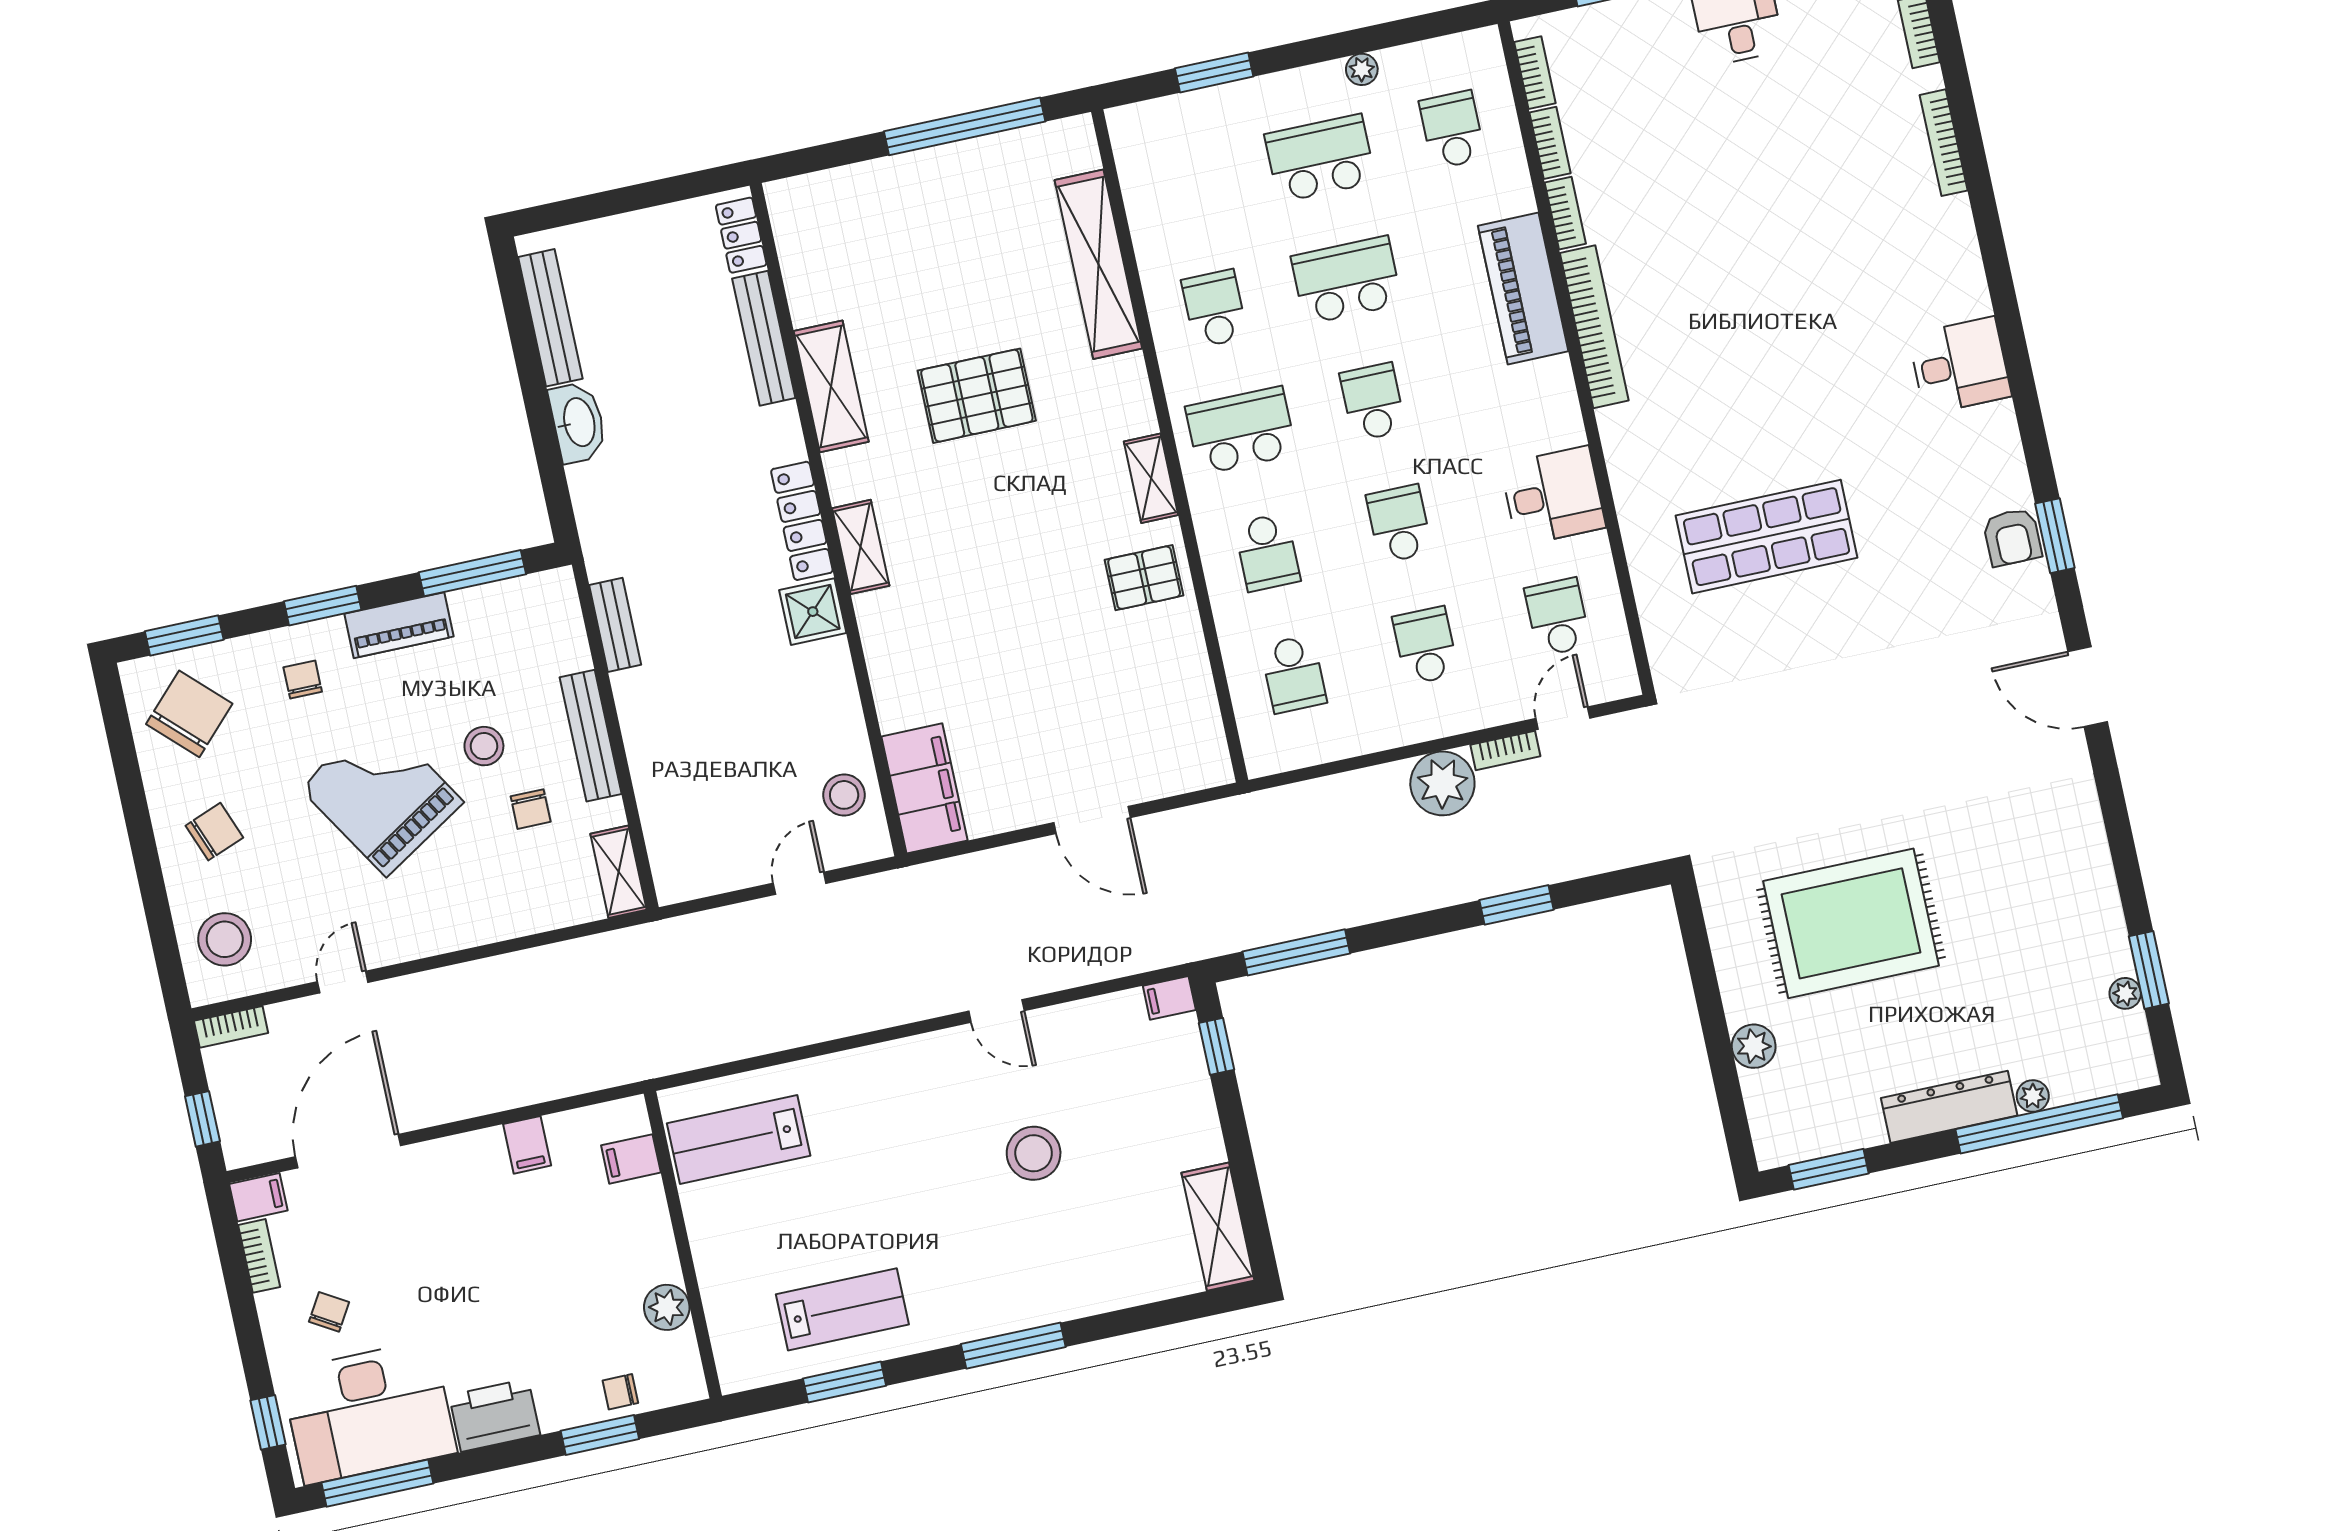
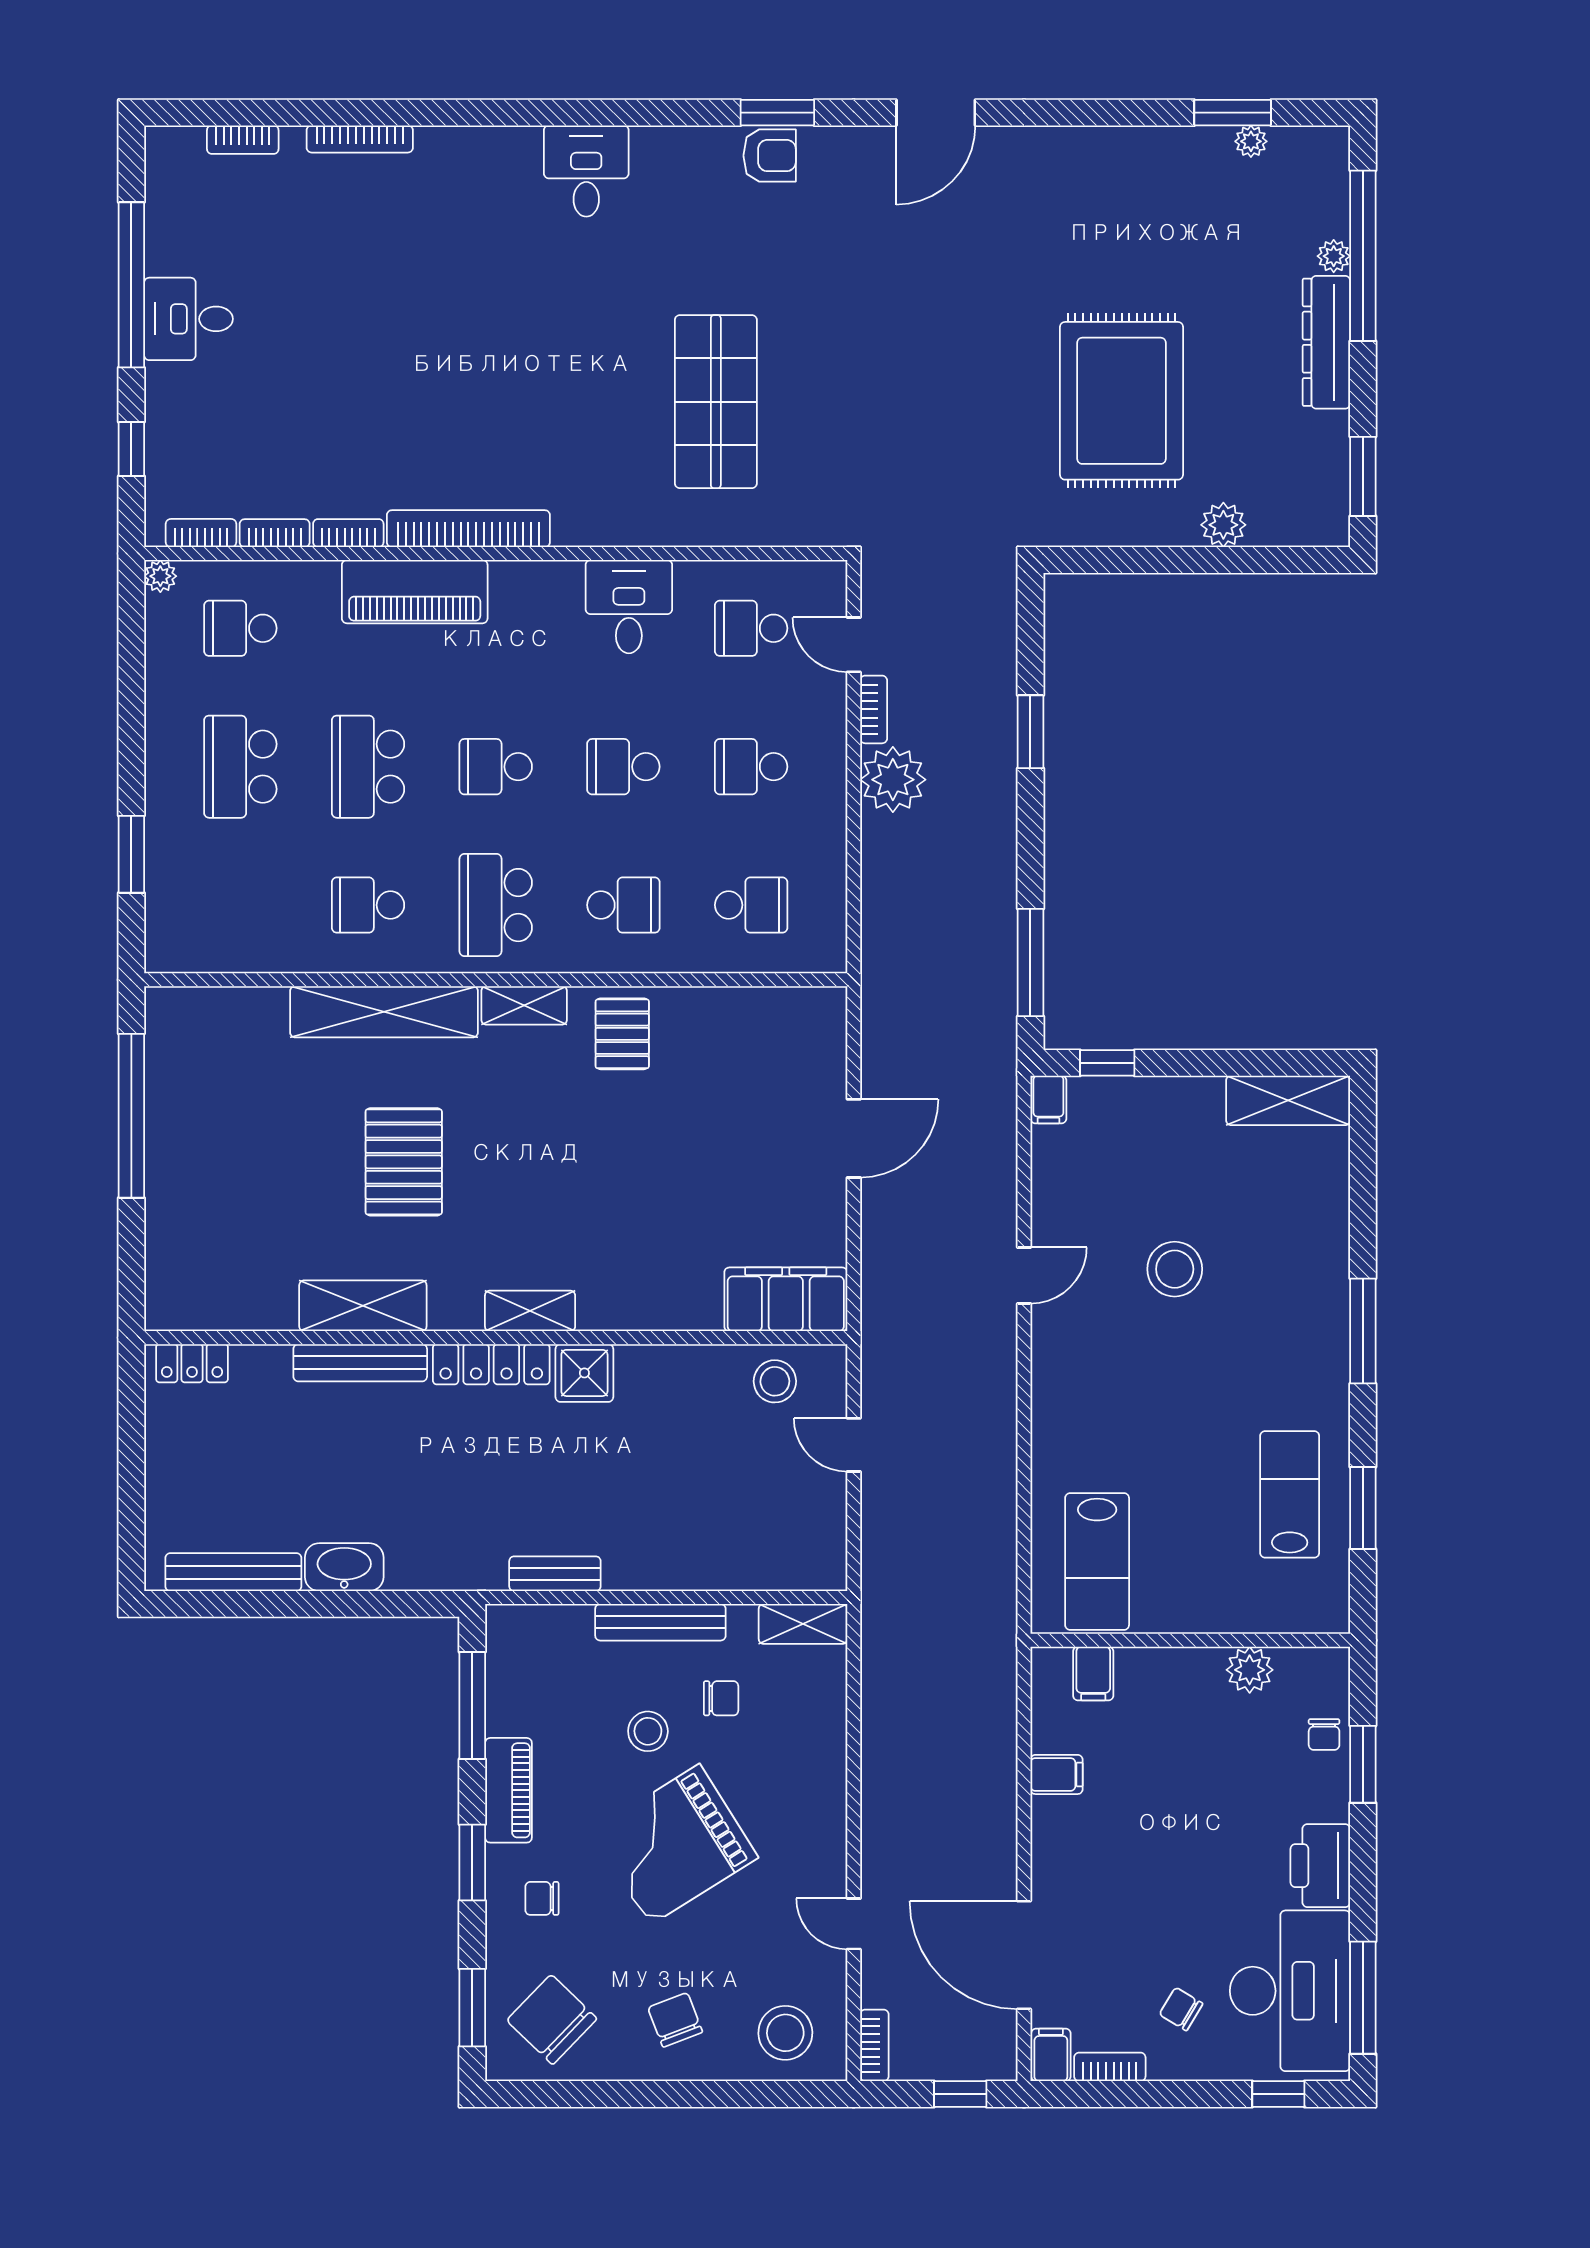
plant: (1362, 69) -> (160, 576), moved
shelving: (1098, 264) -> (384, 1012), moved
bench: (764, 338) -> (360, 1363), moved

